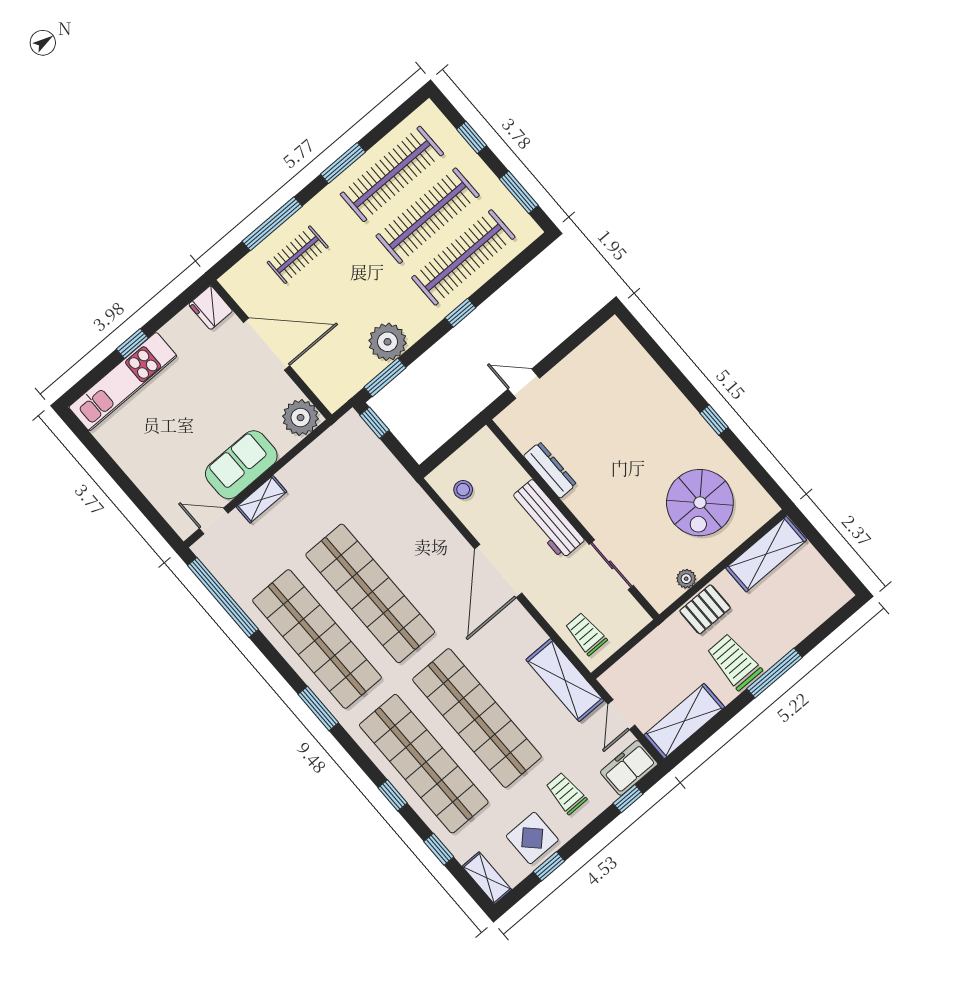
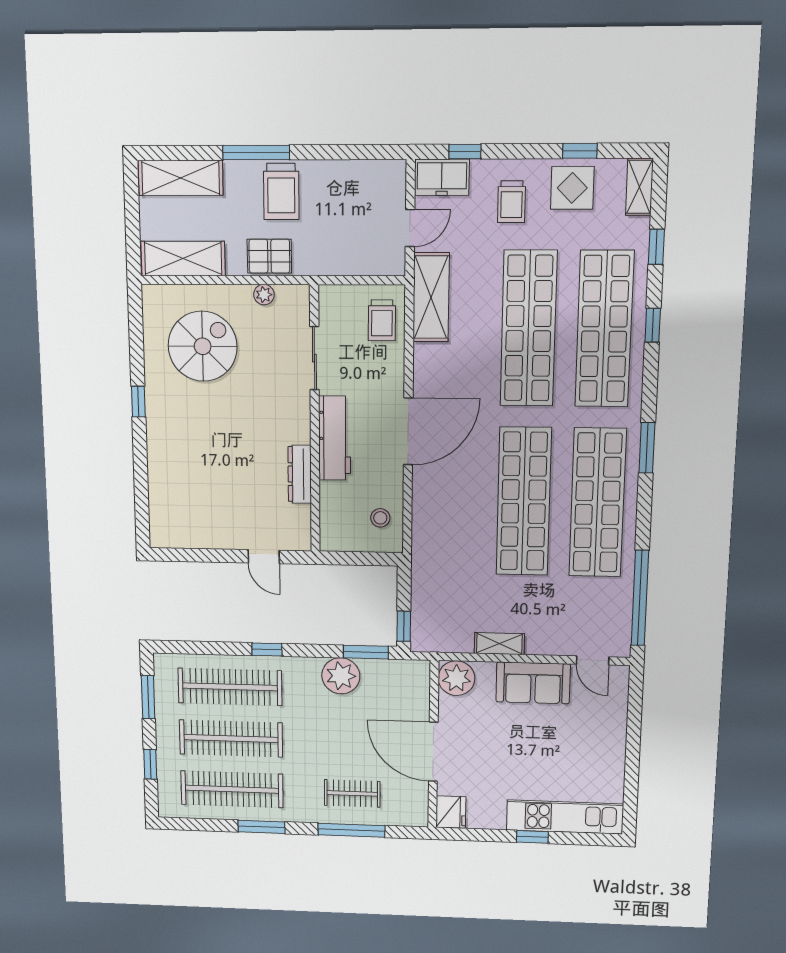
shelving: (262, 499) -> (499, 644), moved
shelving: (684, 721) -> (181, 178), moved

